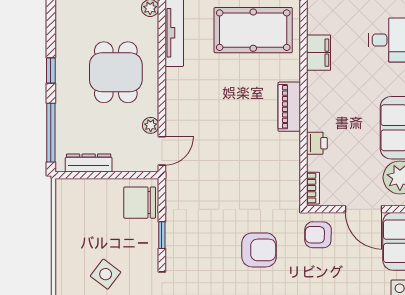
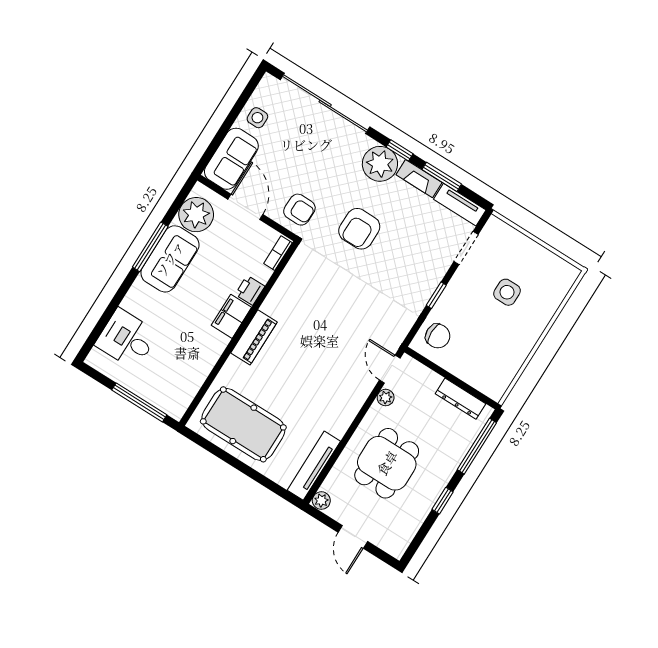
filing cabinet: (319, 53) -> (231, 316), moved
door: (162, 151) -> (390, 369), hinge flipped
chair: (140, 203) -> (438, 336), width x0.73, depth x0.73
armchair: (259, 250) -> (359, 229), turned -90
side table: (106, 274) -> (507, 292), turned -37

